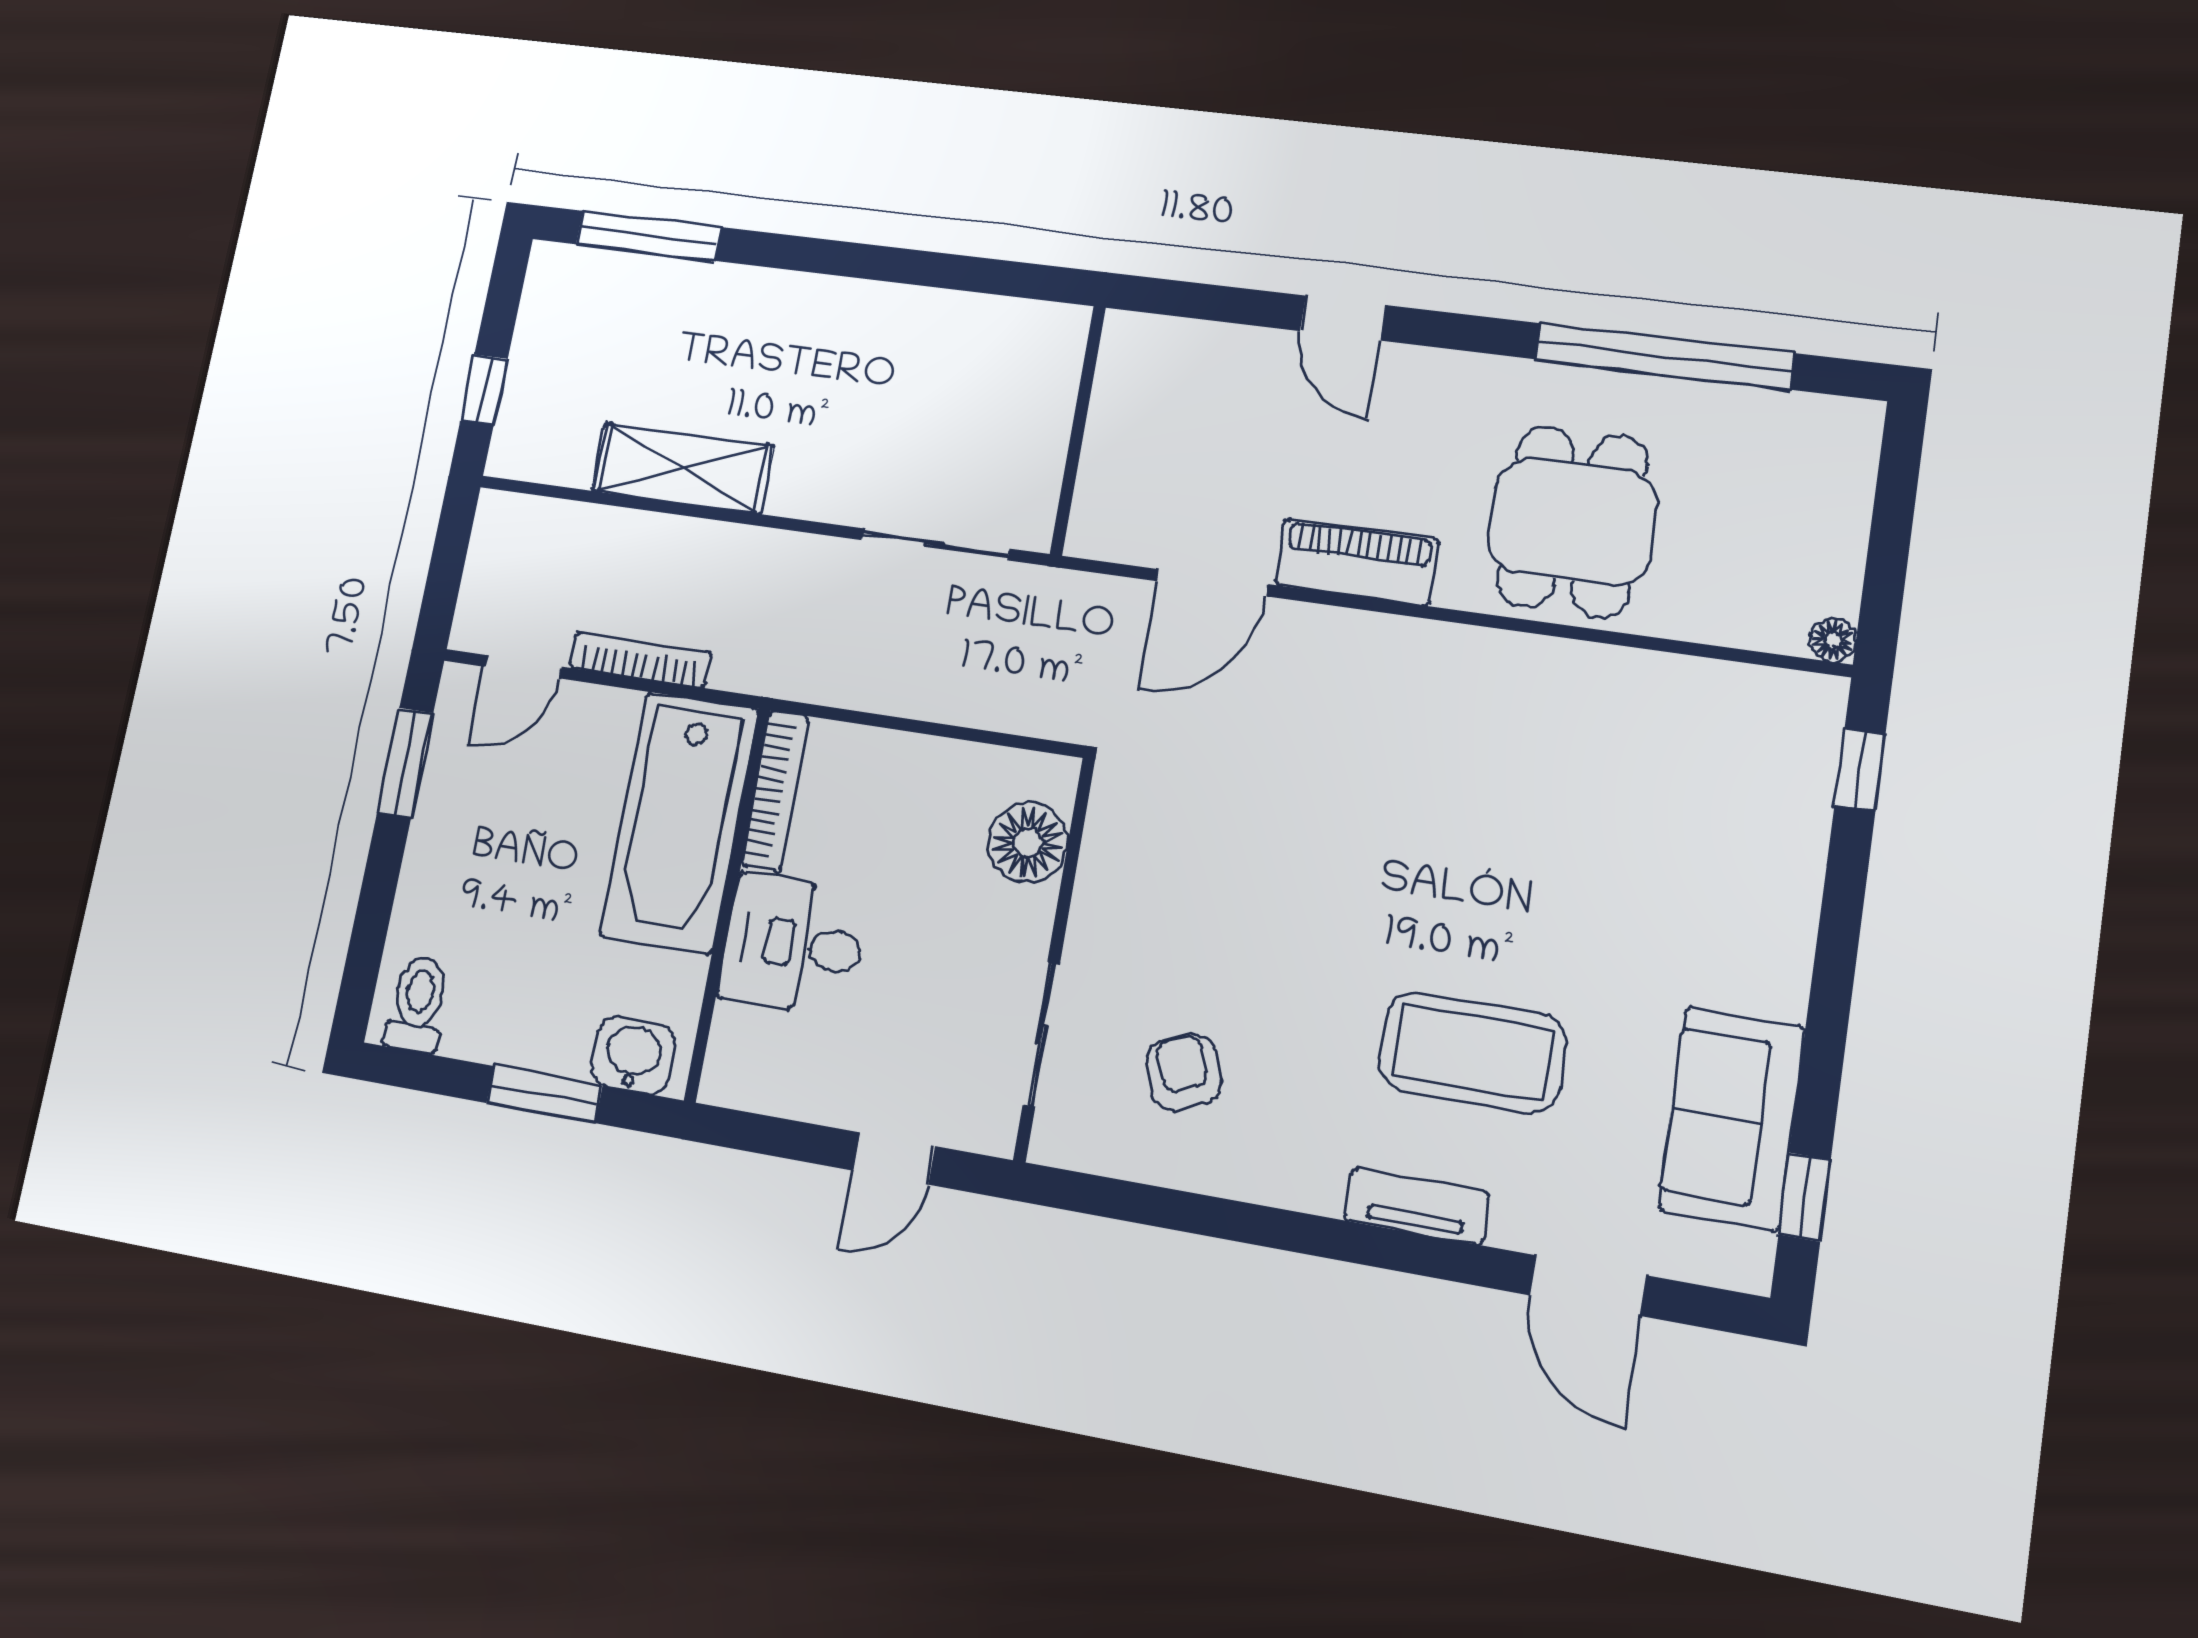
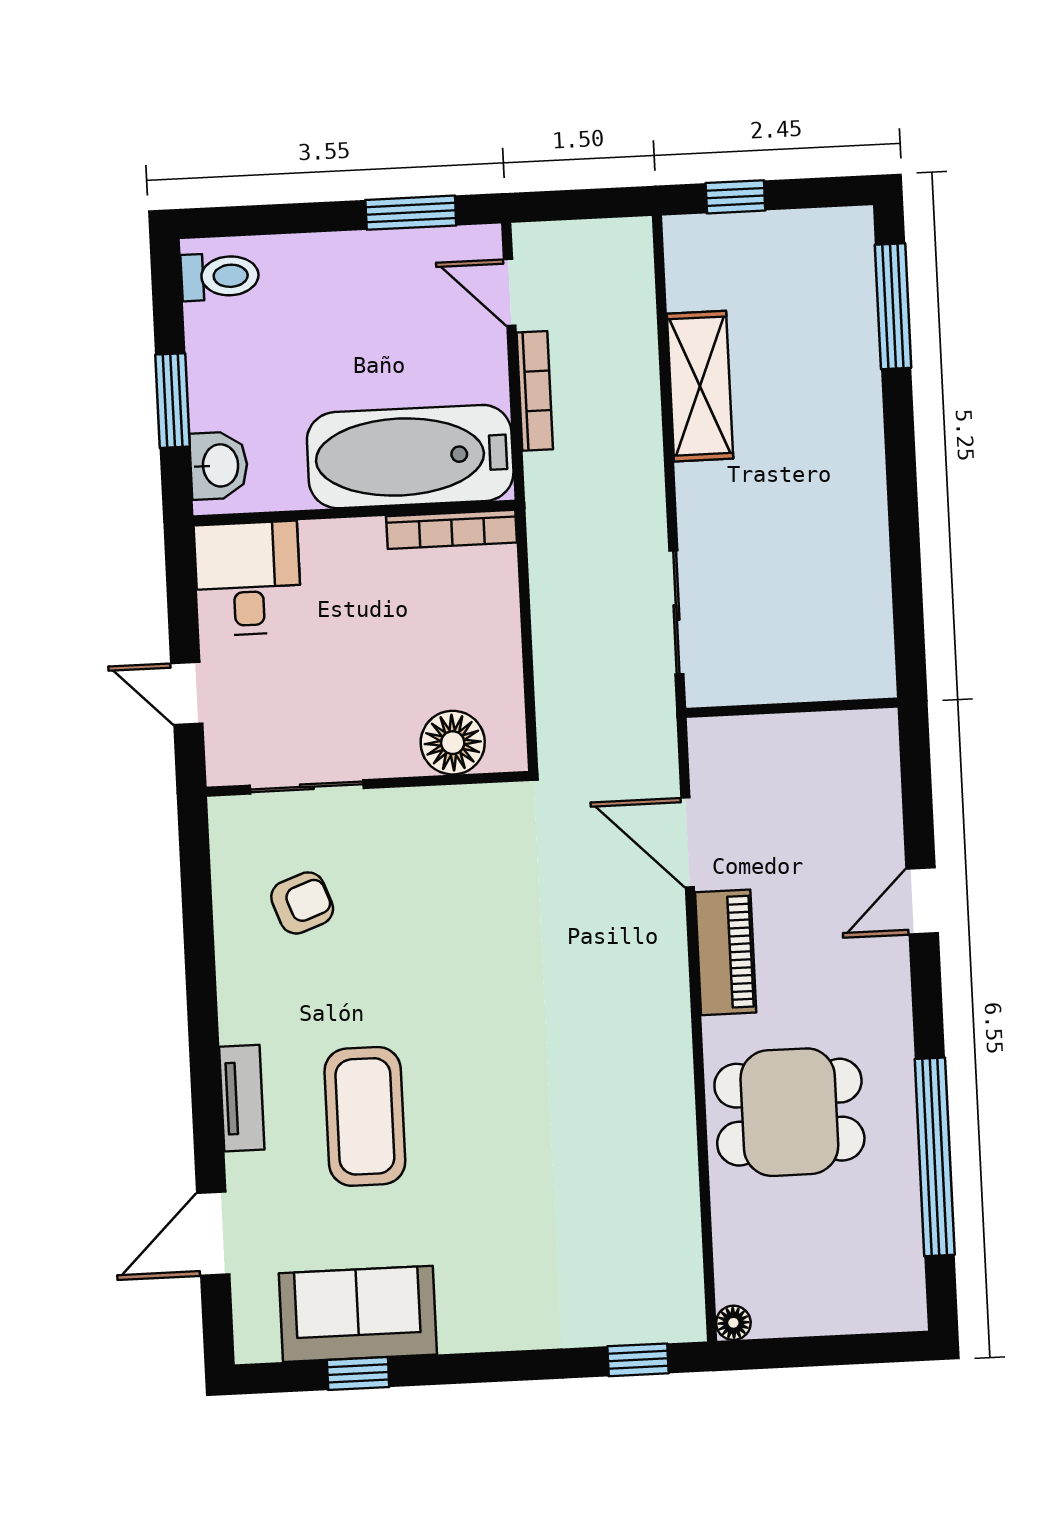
desk: (794, 945) -> (248, 578), moved
window: (1805, 1197) -> (358, 1374), moved

